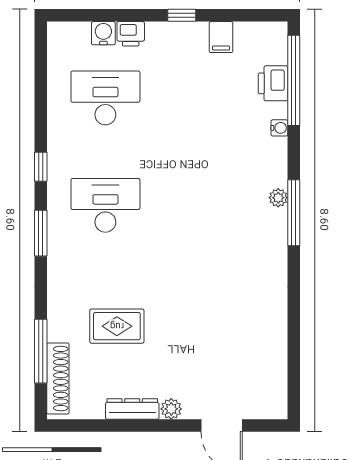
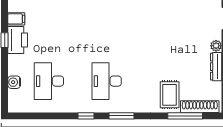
printer: (131, 34) -> (18, 40), moved, width x1.87, depth x1.48
rug: (117, 326) -> (170, 95), moved

